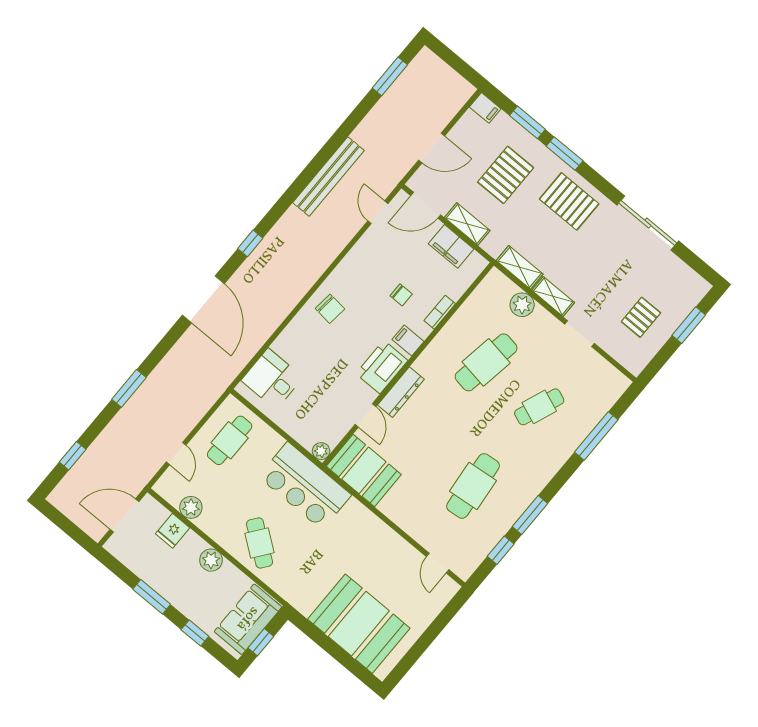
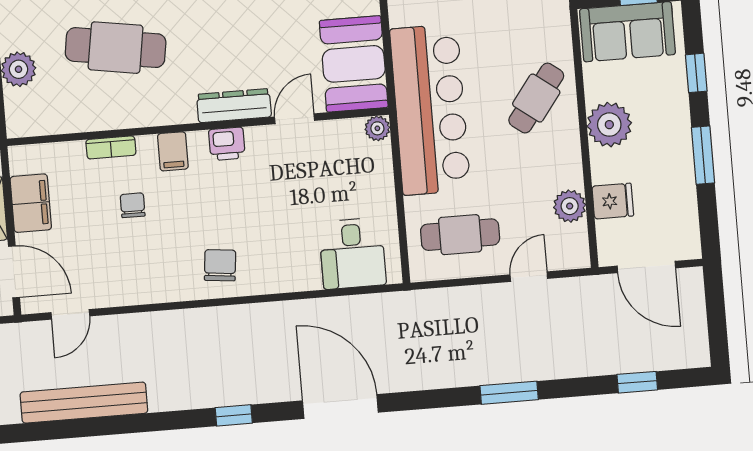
door: (203, 299) -> (340, 407), hinge flipped
printer: (382, 367) -> (227, 144), width x0.53, depth x0.68
bar counter: (305, 486) -> (430, 110), width x1.36
plant: (211, 560) -> (609, 125), width x1.36, depth x1.36

